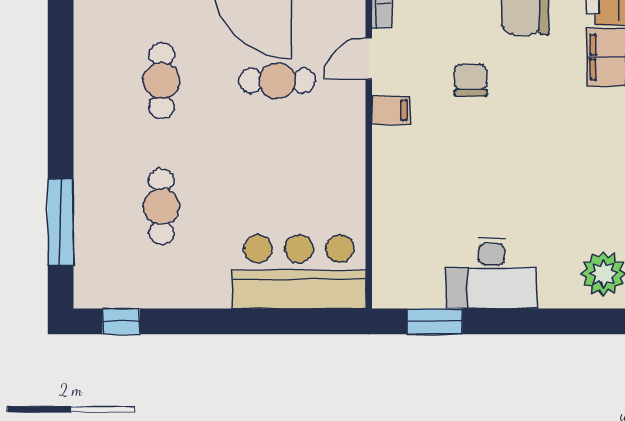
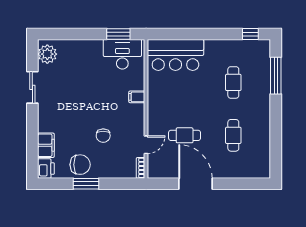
filing cabinet: (391, 110) -> (137, 97), moved
desk: (492, 273) -> (122, 54), moved

